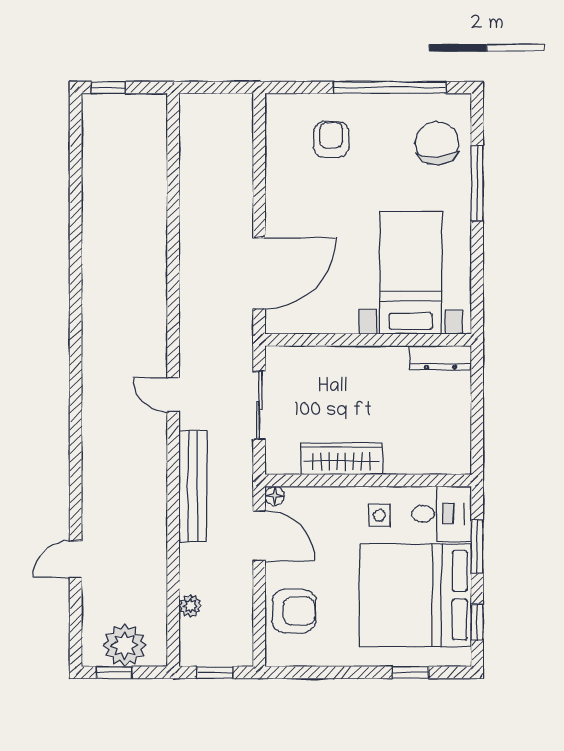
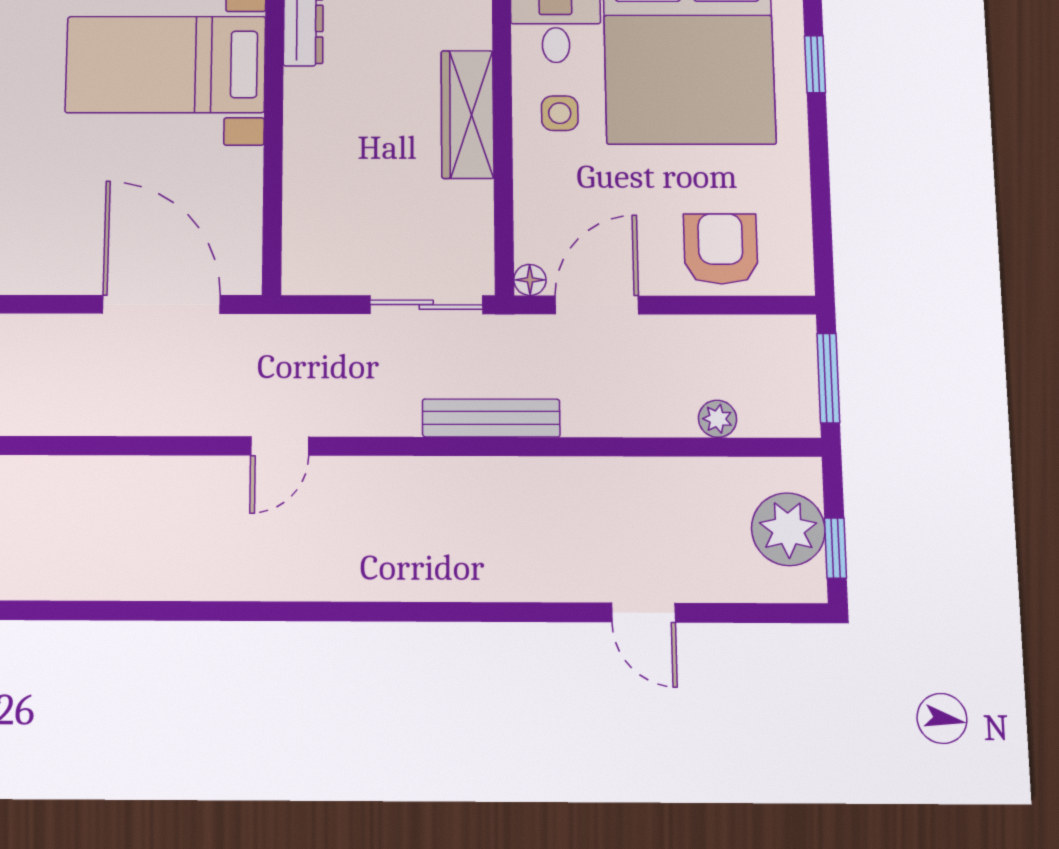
door: (173, 395) -> (280, 446), moved
sliding door: (259, 405) -> (426, 305), moved
wardrobe: (341, 459) -> (467, 114), moved
bench: (193, 486) -> (491, 418), width x0.73, depth x0.82
window: (215, 672) -> (828, 378), width x1.50

